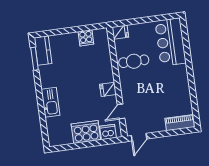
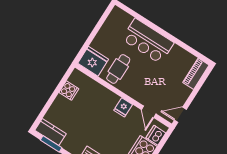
fridge: (120, 32) -> (93, 61), width x1.88, depth x1.34
bar counter: (171, 42) -> (148, 41), moved
door: (139, 137) -> (180, 115), swing flipped

